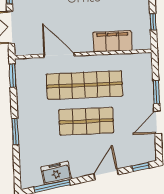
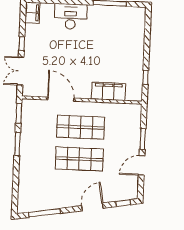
shop shelf: (85, 85) -> (81, 127), width x0.71
window: (15, 132) -> (17, 144), moved
freezer: (56, 173) -> (49, 202), removed

